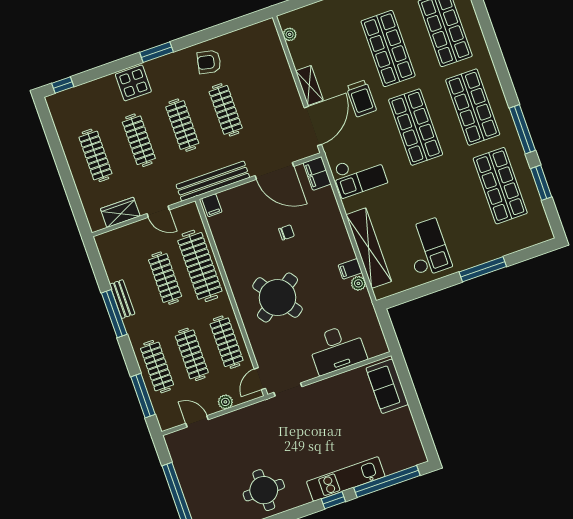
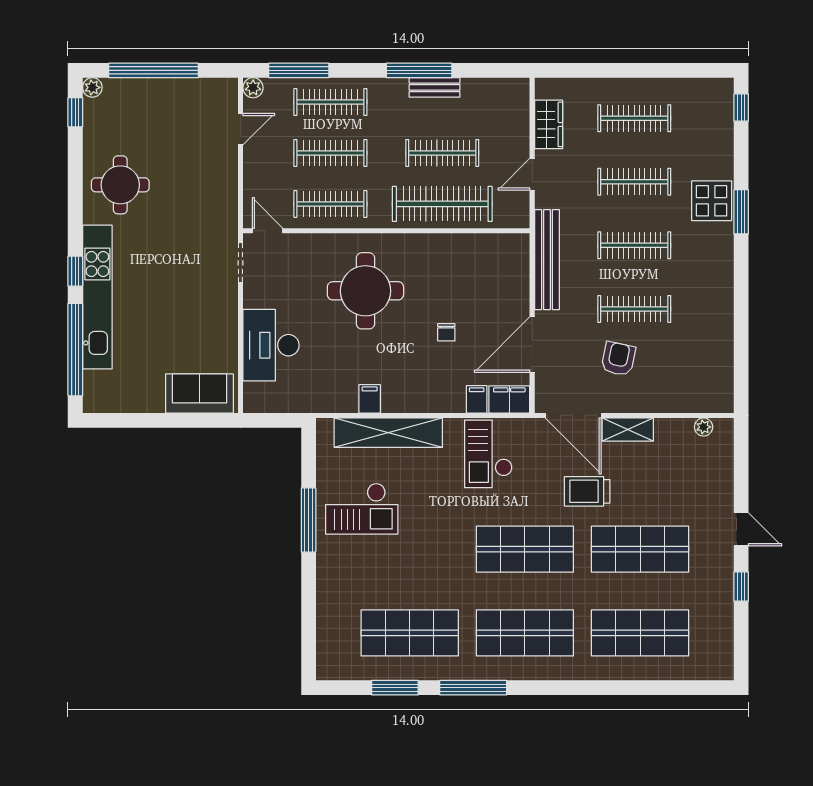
window: (157, 52) -> (741, 212), moved
armchair: (209, 62) -> (618, 359), moved
filing cabinet: (212, 205) -> (477, 399), moved, turned 90
window: (483, 269) -> (309, 520), moved
plant: (358, 283) -> (347, 403), removed
round table: (277, 298) -> (365, 291), turned 35
plant: (225, 402) -> (253, 88), moved
kitchen unit: (346, 479) -> (97, 297), width x1.36

